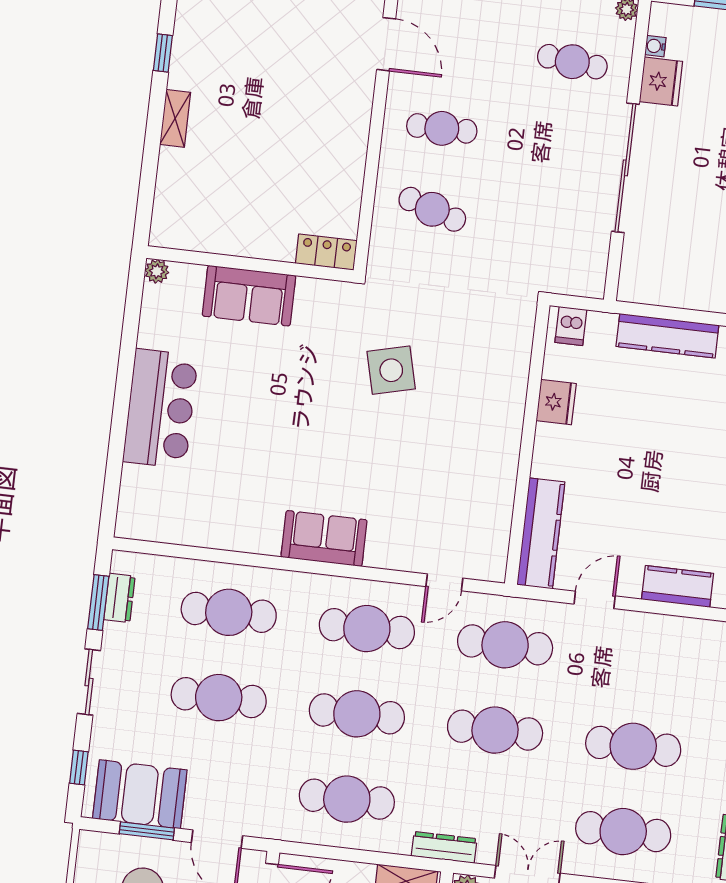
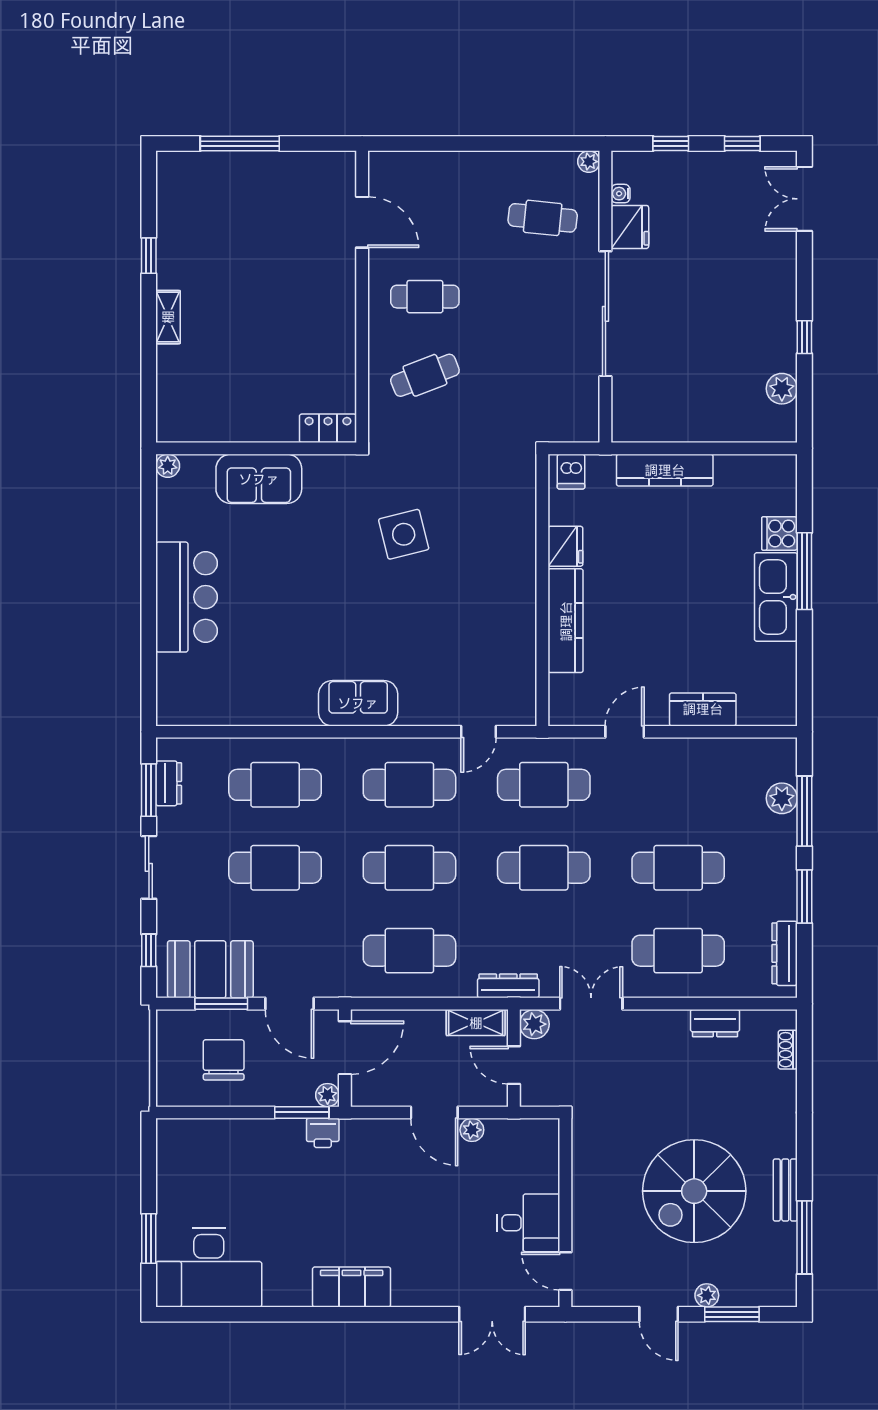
cafe table: (432, 209) -> (425, 375), turned -39
kitchen counter: (541, 533) -> (566, 621), moved

